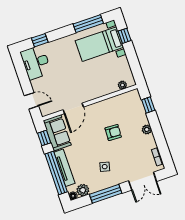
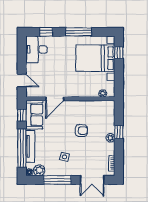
window: (88, 24) -> (79, 32), moved
bed with nightstands: (99, 44) -> (95, 58), width x1.36
window: (148, 105) -> (119, 132), moved

